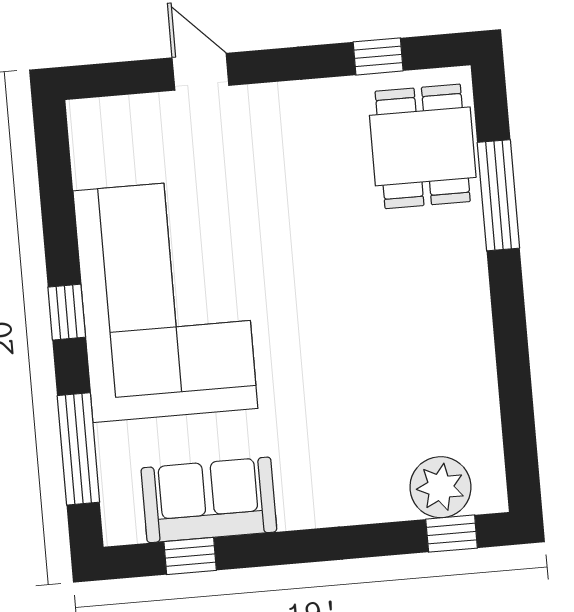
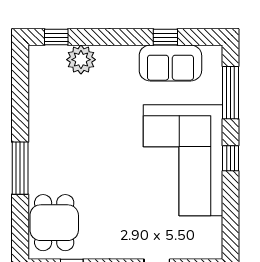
window: (498, 195) -> (20, 168), moved
plant: (440, 487) -> (81, 60), moved
window: (190, 556) -> (165, 37), moved

